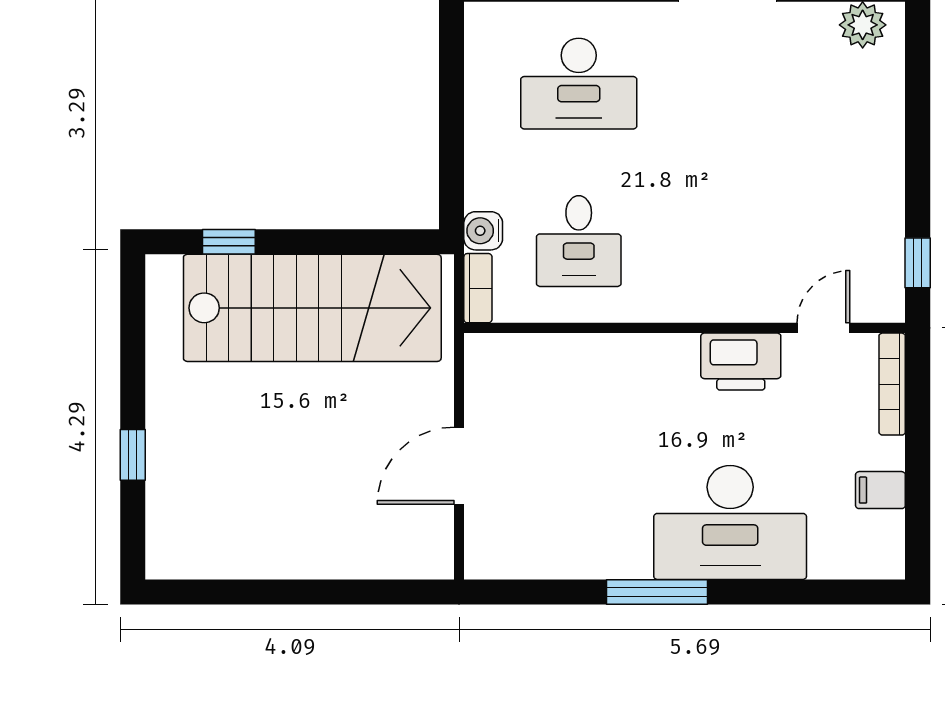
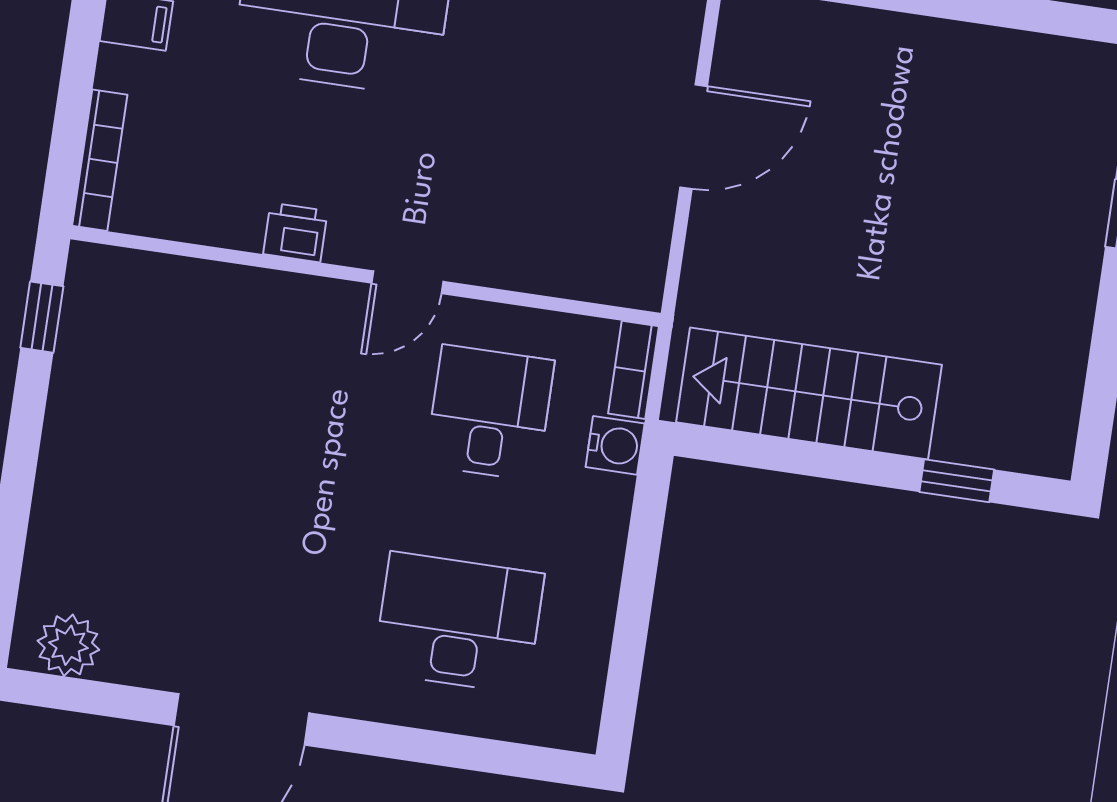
stairs: (312, 308) -> (809, 393), width x0.73, depth x0.66
door: (823, 328) -> (407, 282), moved
printer: (741, 362) -> (295, 233), width x0.53, depth x0.68

